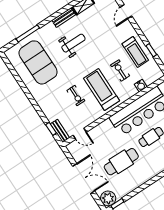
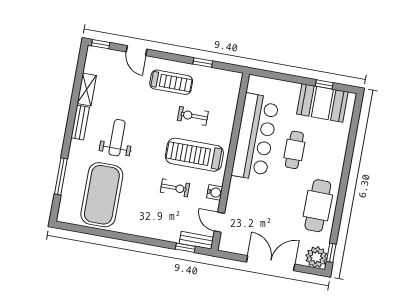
treadmill: (135, 52) -> (171, 82), moved
exercise mat: (38, 62) -> (102, 195), turned 90
water cooler: (141, 86) -> (215, 192), moved
door: (80, 134) -> (219, 222), swing flipped
cafe table: (121, 162) -> (318, 206), moved

